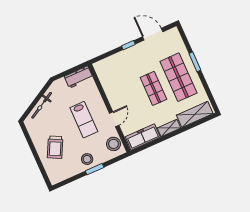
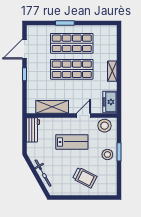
shop shelf: (153, 88) -> (72, 69), width x1.43, depth x1.36
shelving: (195, 114) -> (52, 107), moved, turned 90
door: (114, 119) -> (83, 116), hinge flipped
freezer: (143, 137) -> (110, 102), width x0.71

